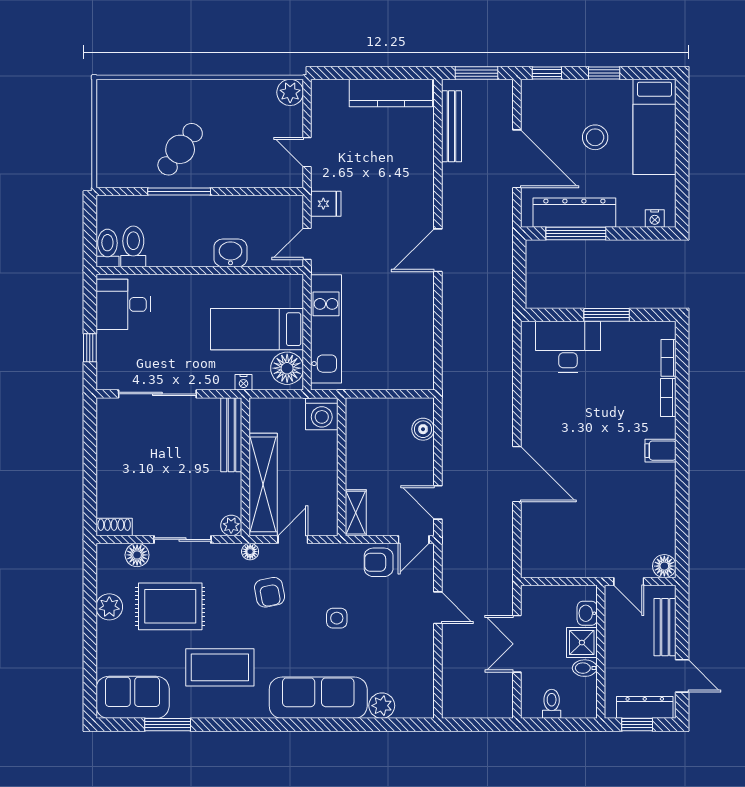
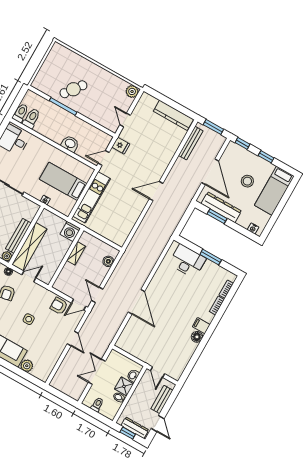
window: (576, 233) -> (217, 216), width x0.69
floor lamp: (287, 368) -> (66, 204), removed
bench: (231, 435) -> (18, 236), moved
shelving: (356, 513) -> (76, 253), moved
floor lamp: (664, 566) -> (197, 337), moved

